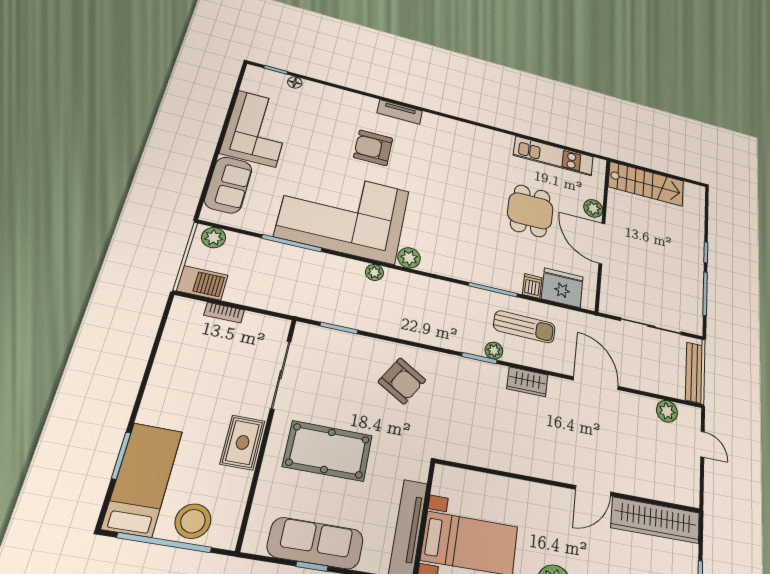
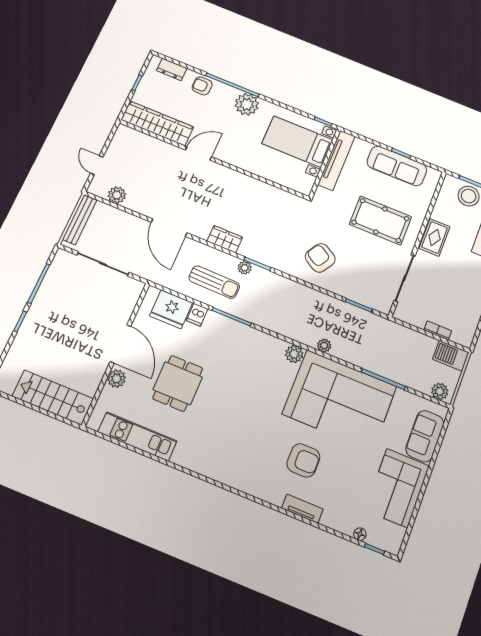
tv unit: (400, 112) -> (302, 509), moved
sun lounger: (524, 327) -> (214, 282), turned 180

